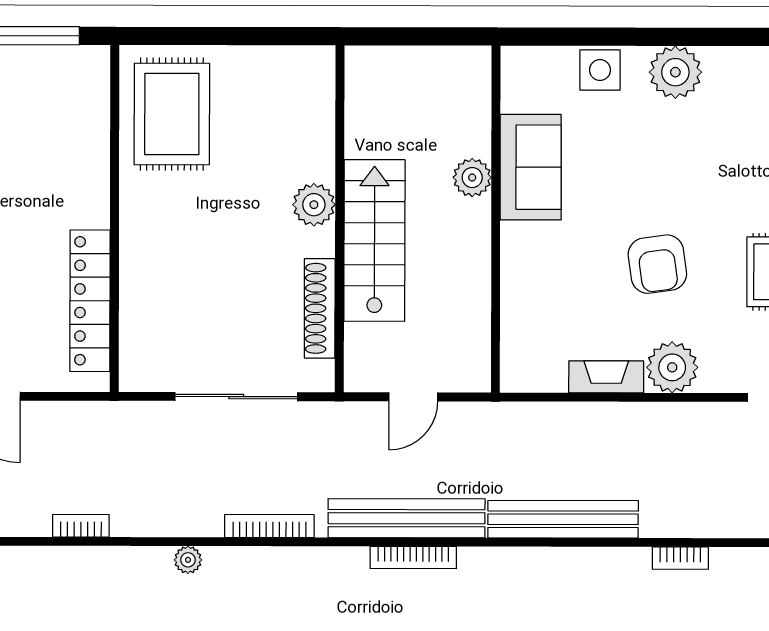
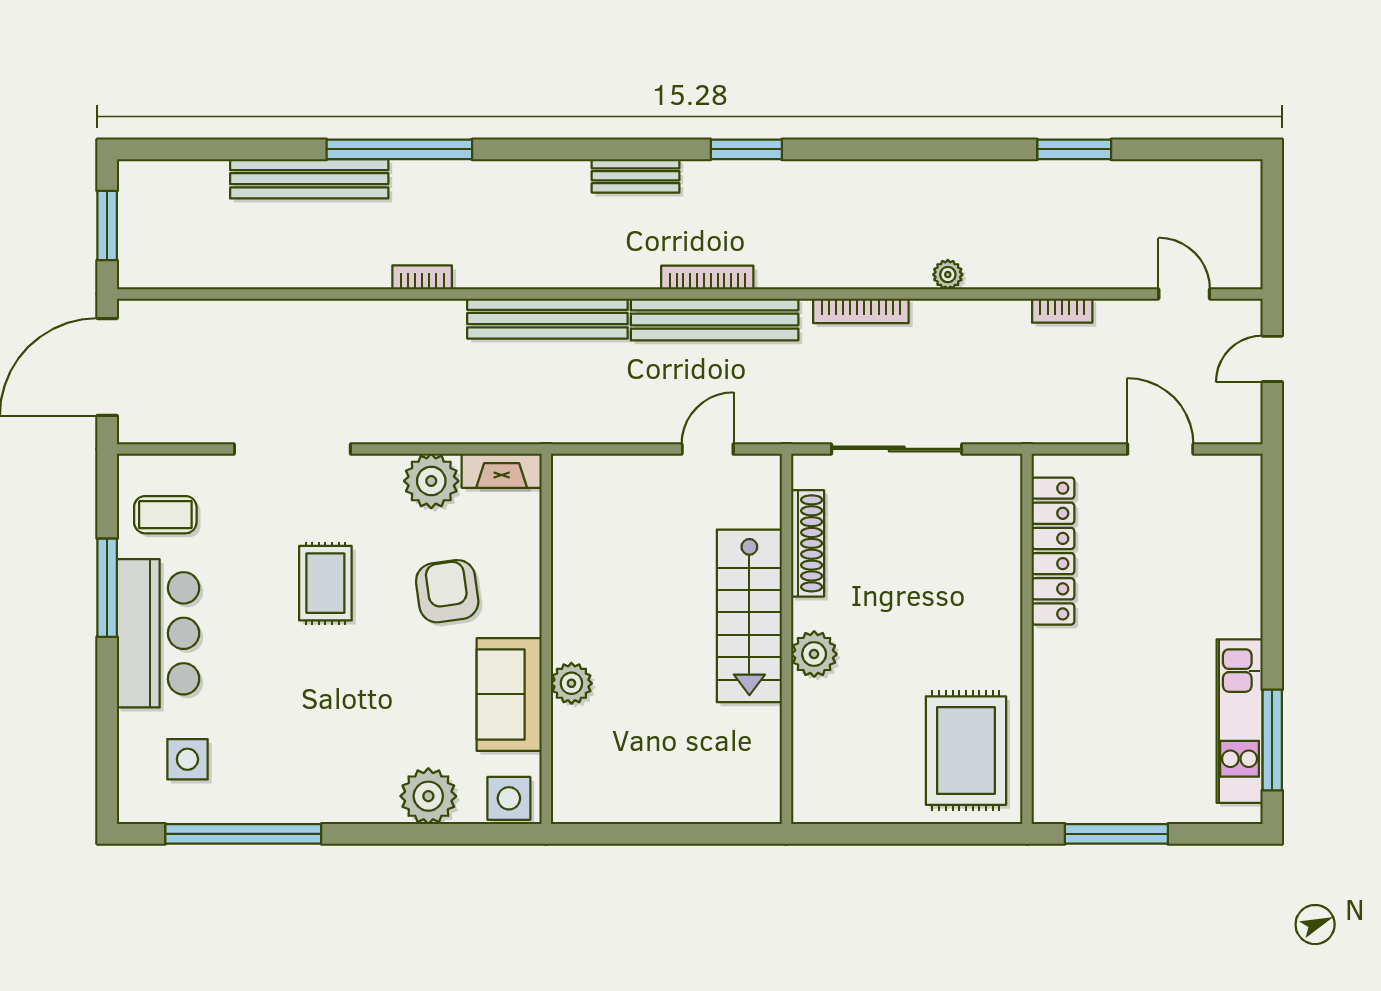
sofa: (531, 167) -> (509, 694), moved
plant: (472, 178) -> (571, 683), moved
wall: (496, 219) -> (546, 639), moved

